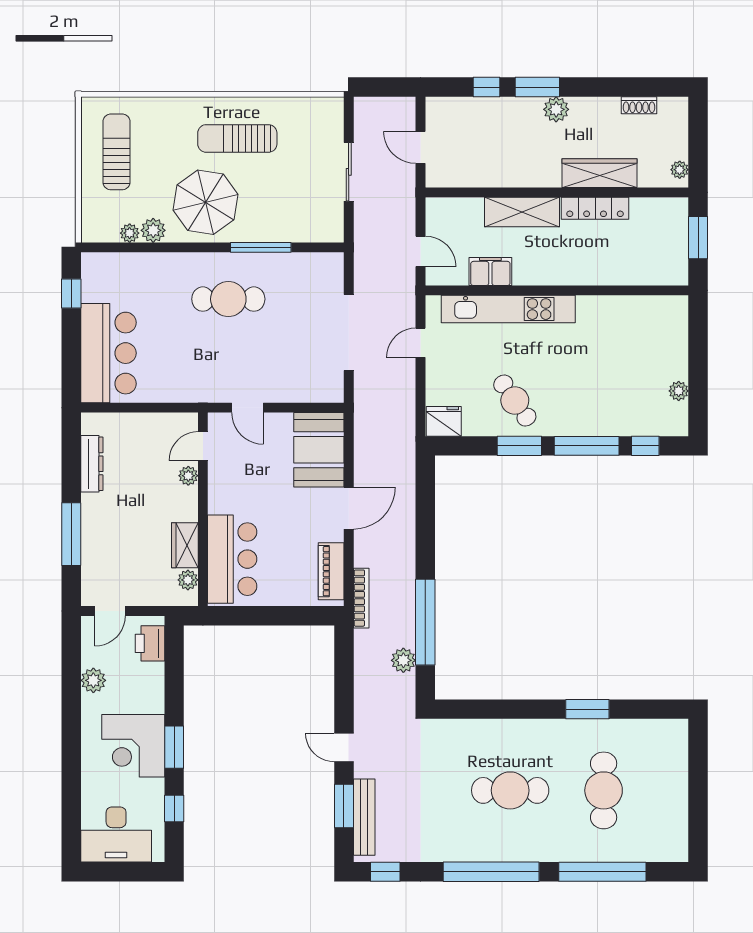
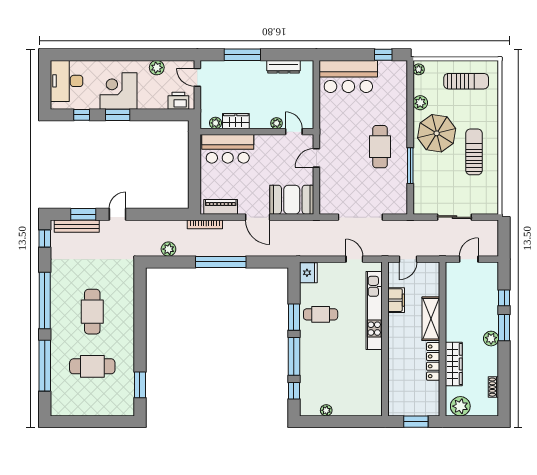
plant: (680, 170) -> (460, 406), width x1.88, depth x1.88
plant: (130, 233) -> (419, 69), moved
cafe table: (515, 401) -> (321, 314), turned 35
window: (425, 622) -> (221, 262), moved
window: (587, 709) -> (140, 385), moved

